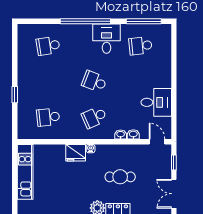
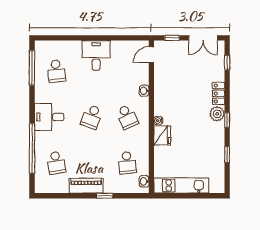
window: (85, 21) -> (32, 148), moved
desk: (106, 39) -> (49, 117), moved
piano: (25, 76) -> (86, 186), added
desk: (156, 102) -> (96, 55), moved
washbasin: (133, 134) -> (144, 181), moved
cafe table: (120, 177) -> (186, 91), removed

